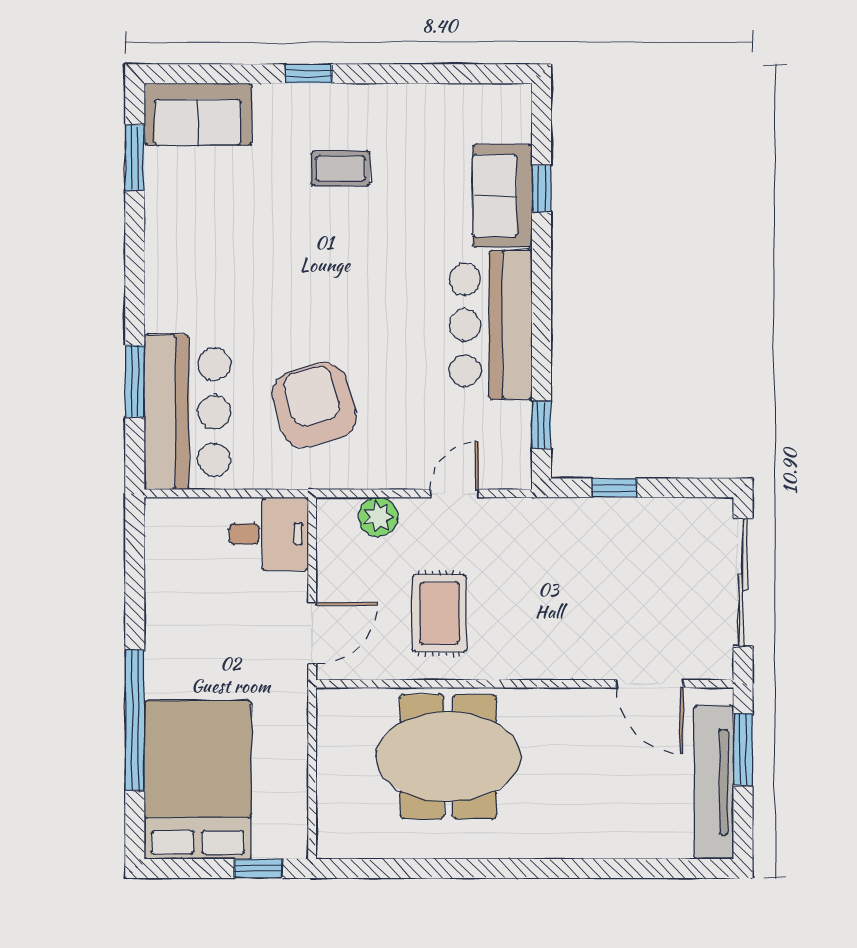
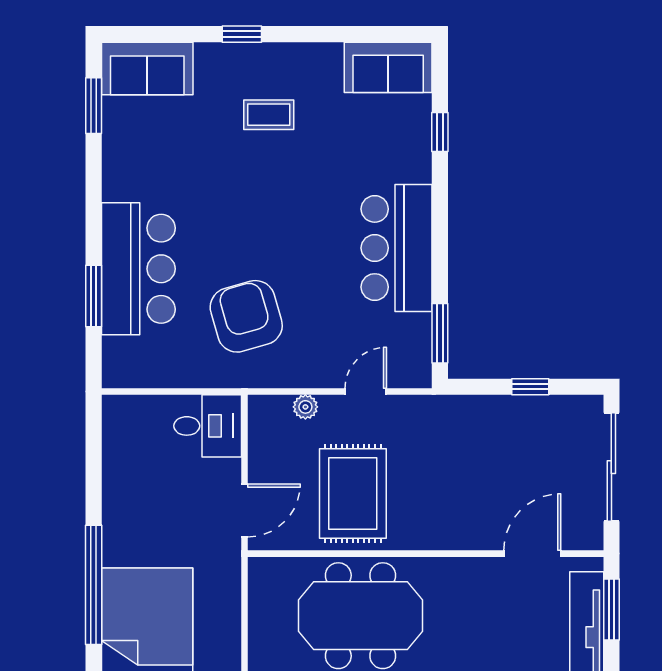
sofa: (502, 196) -> (388, 67), moved, turned -90
bar counter: (187, 412) -> (138, 269), moved
window: (541, 425) -> (440, 333), width x1.50
window: (614, 488) -> (530, 387), moved
plant: (378, 517) -> (305, 407), width x0.73, depth x0.73
rug: (439, 613) -> (353, 494), width x1.36, depth x1.43
door: (650, 684) -> (532, 554), swing flipped

